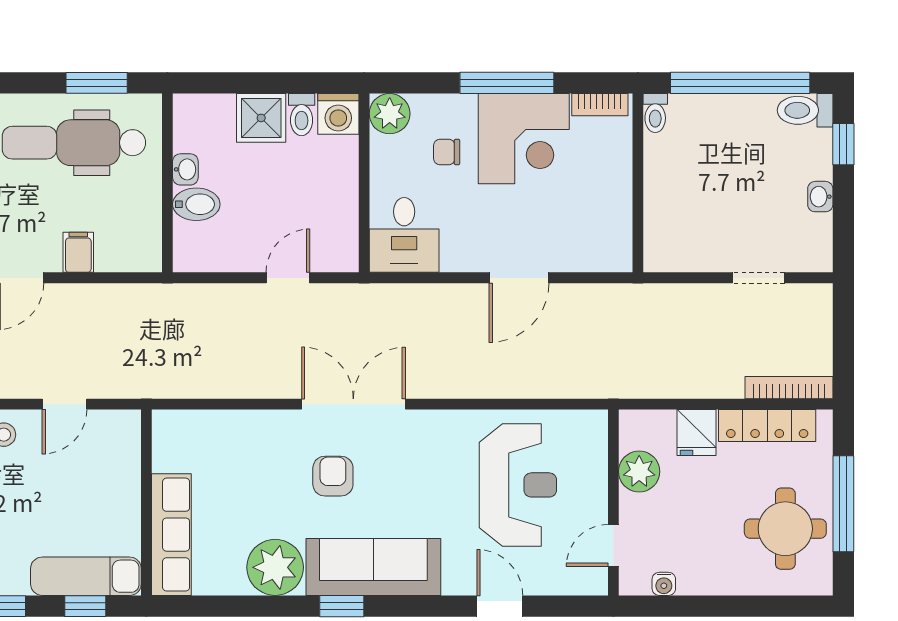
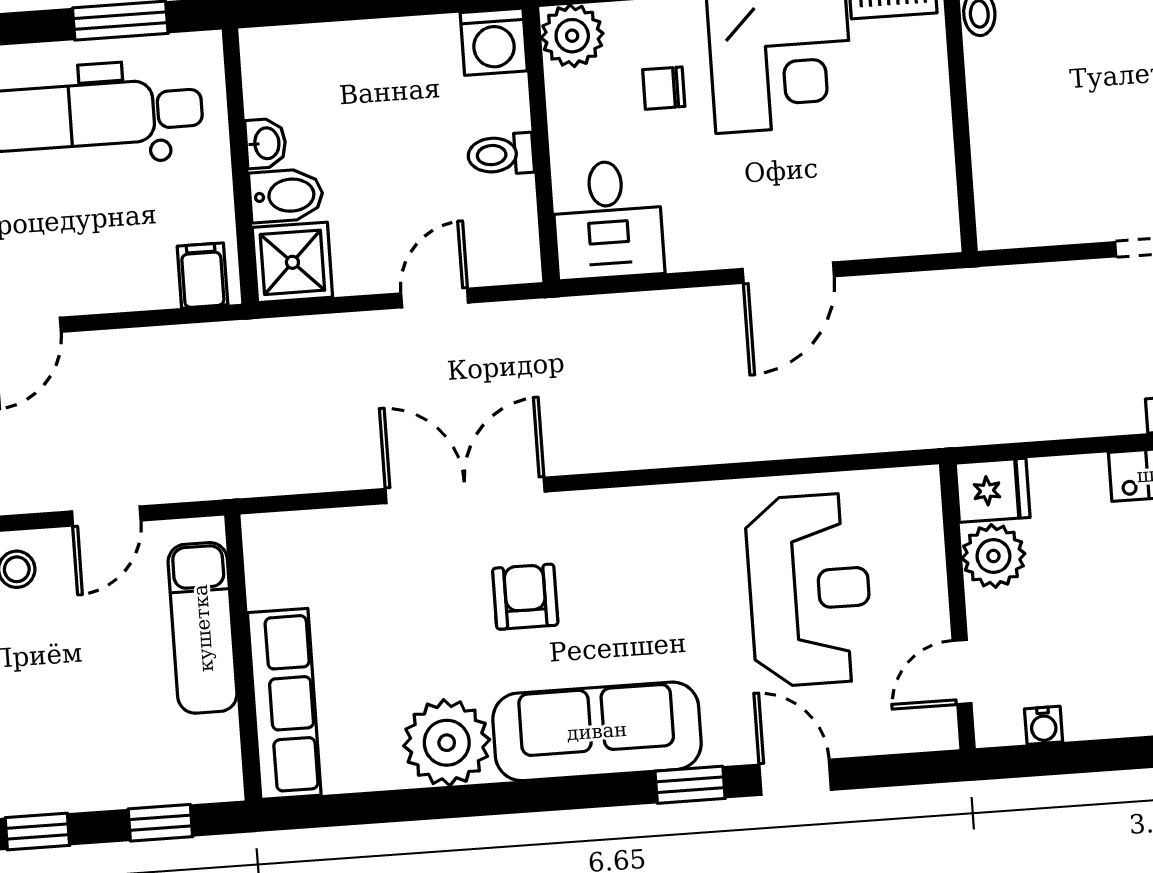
toilet: (302, 115) -> (501, 154), moved, turned 90
shower: (261, 118) -> (292, 262), moved
filing cabinet: (78, 252) -> (203, 275), moved
double door: (353, 404) -> (465, 490), moved
fridge: (697, 433) -> (993, 490), moved, turned -90
exam couch: (86, 576) -> (203, 628), moved, turned -90
window: (342, 606) -> (690, 785), moved

